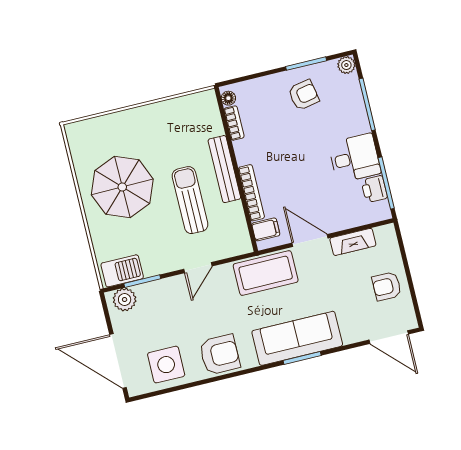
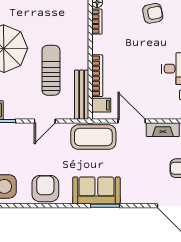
bench: (224, 169) -> (82, 95), moved
sofa: (297, 338) -> (96, 190), width x0.73
armchair: (220, 355) -> (45, 189), turned -90

